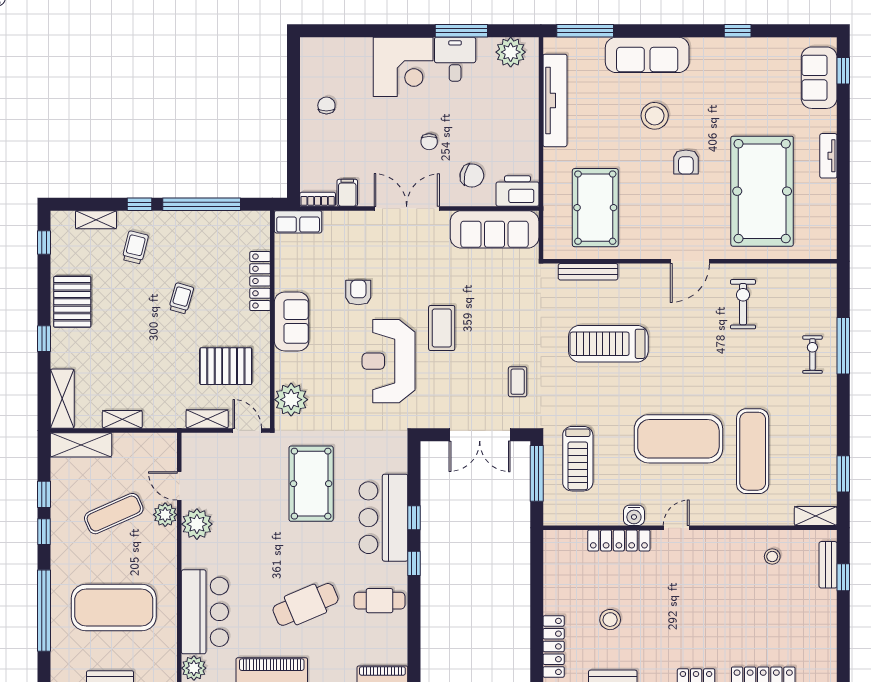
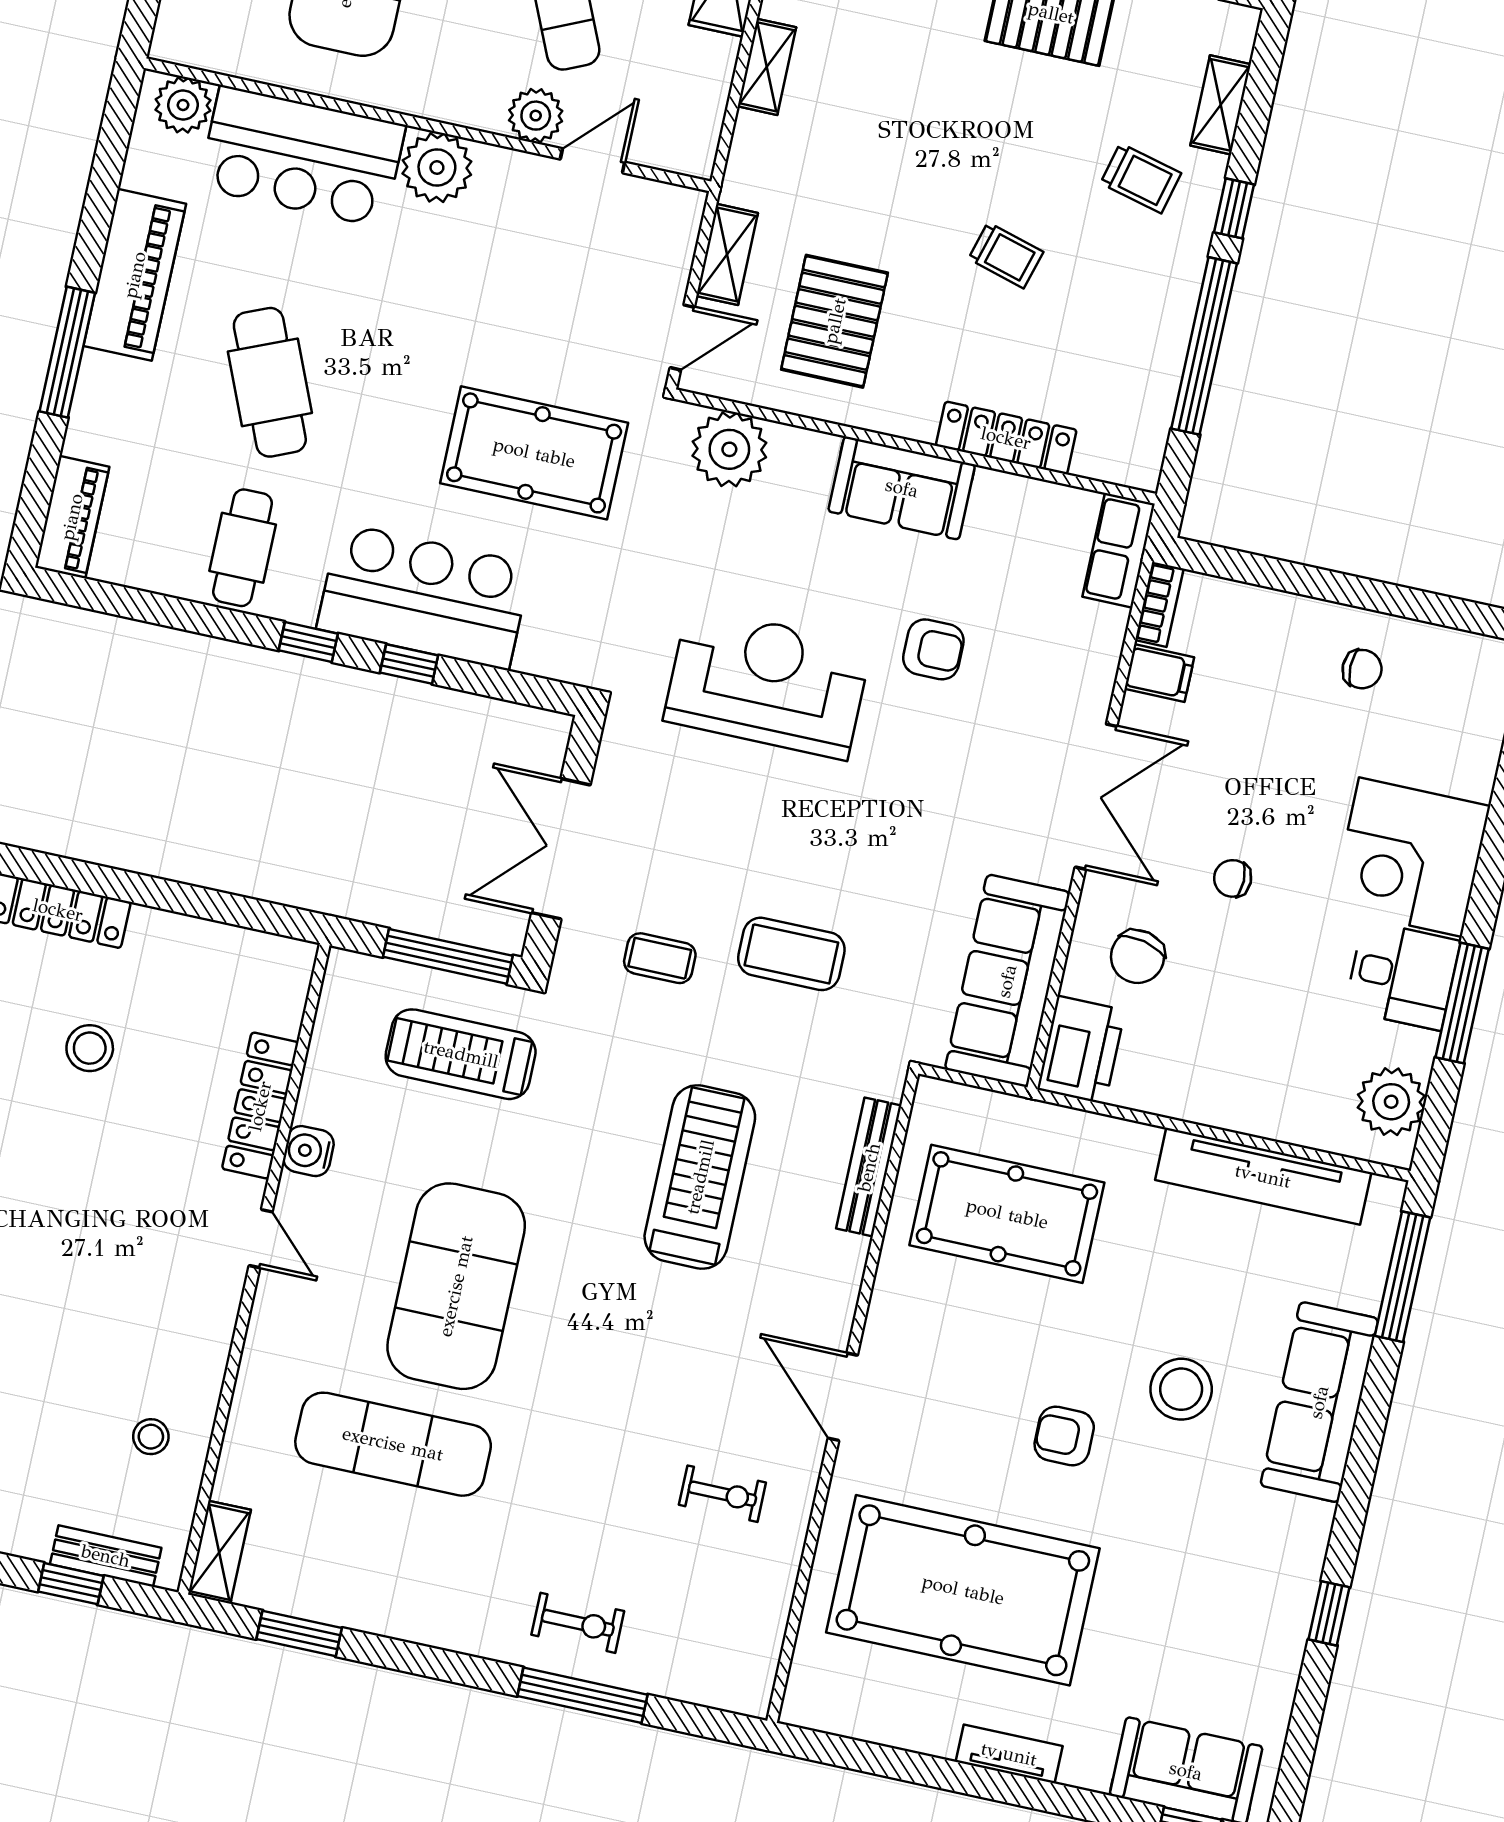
exercise bike: (743, 304) -> (722, 1494), width x0.73, depth x0.72
coffee table: (442, 328) -> (791, 954), moved
plant: (197, 524) -> (437, 168), moved

